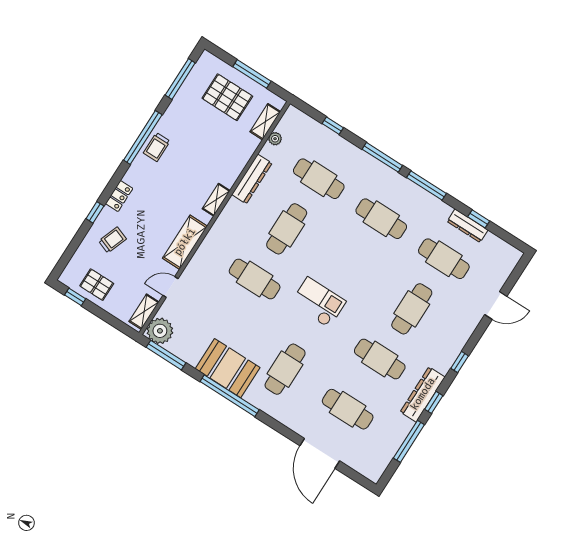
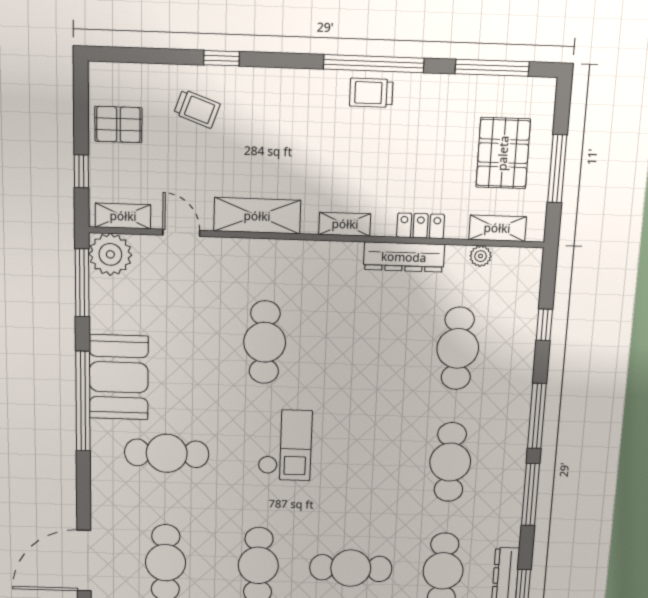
locker: (119, 196) -> (421, 226), moved, turned 180
cafe table: (287, 229) -> (361, 345), removed
pallet: (97, 285) -> (118, 124), turned 90
window: (75, 297) -> (81, 171), moved

